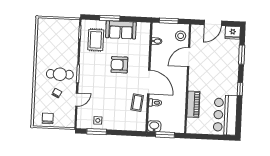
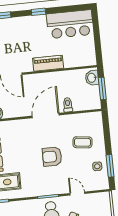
armchair: (119, 65) -> (52, 157), moved, turned 90
coffee table: (137, 103) -> (83, 142), moved
piano: (193, 104) -> (48, 63), moved
washbasin: (154, 126) -> (92, 78), moved

